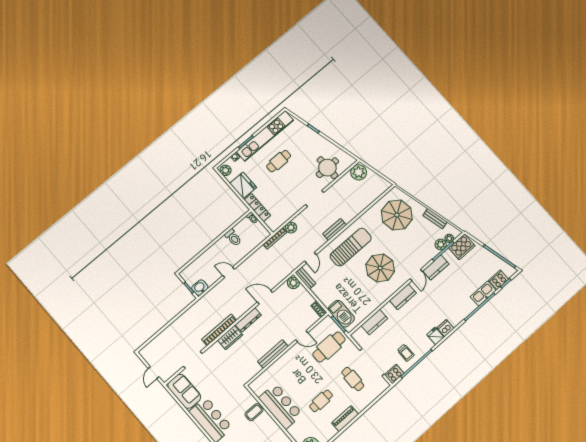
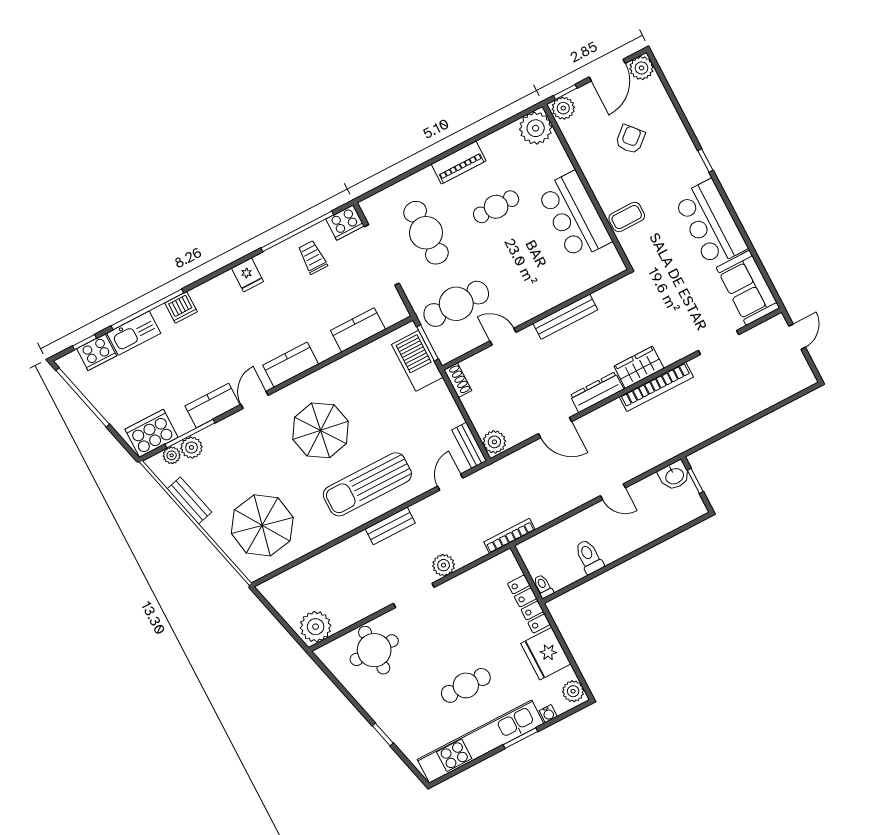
plant: (291, 228) -> (444, 565), moved
dishwasher: (446, 328) -> (181, 307), moved
cafe table: (353, 379) -> (426, 233), width x1.37, depth x1.35

